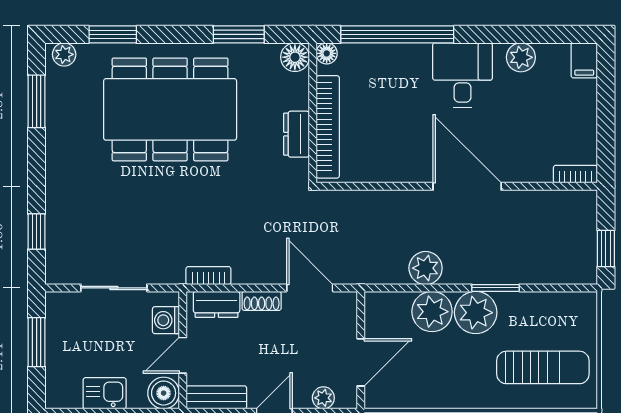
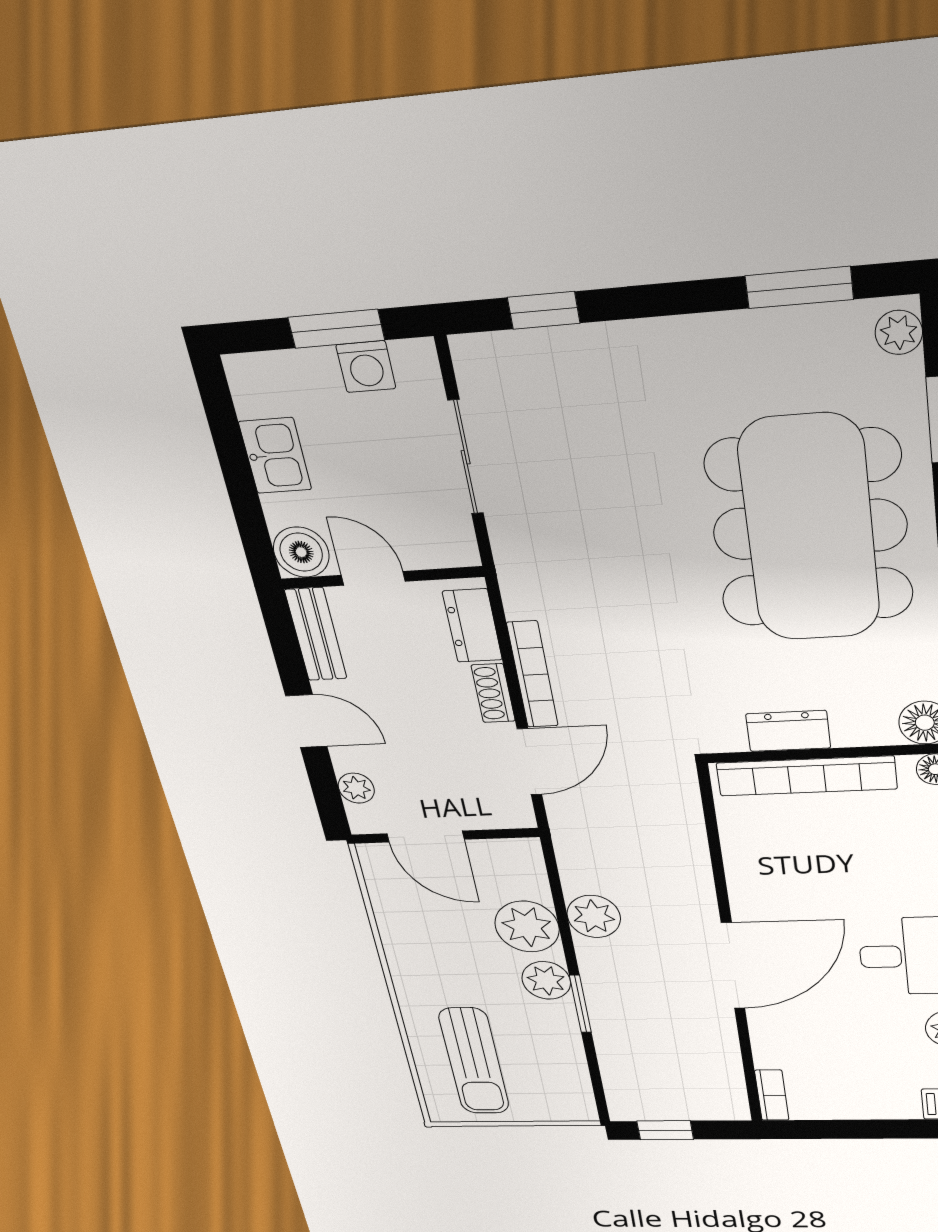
bookcase: (208, 276) -> (532, 675), moved, width x1.56
plant: (476, 313) -> (546, 980), width x0.73, depth x0.73
washing machine: (166, 320) -> (366, 367), moved, turned 180

